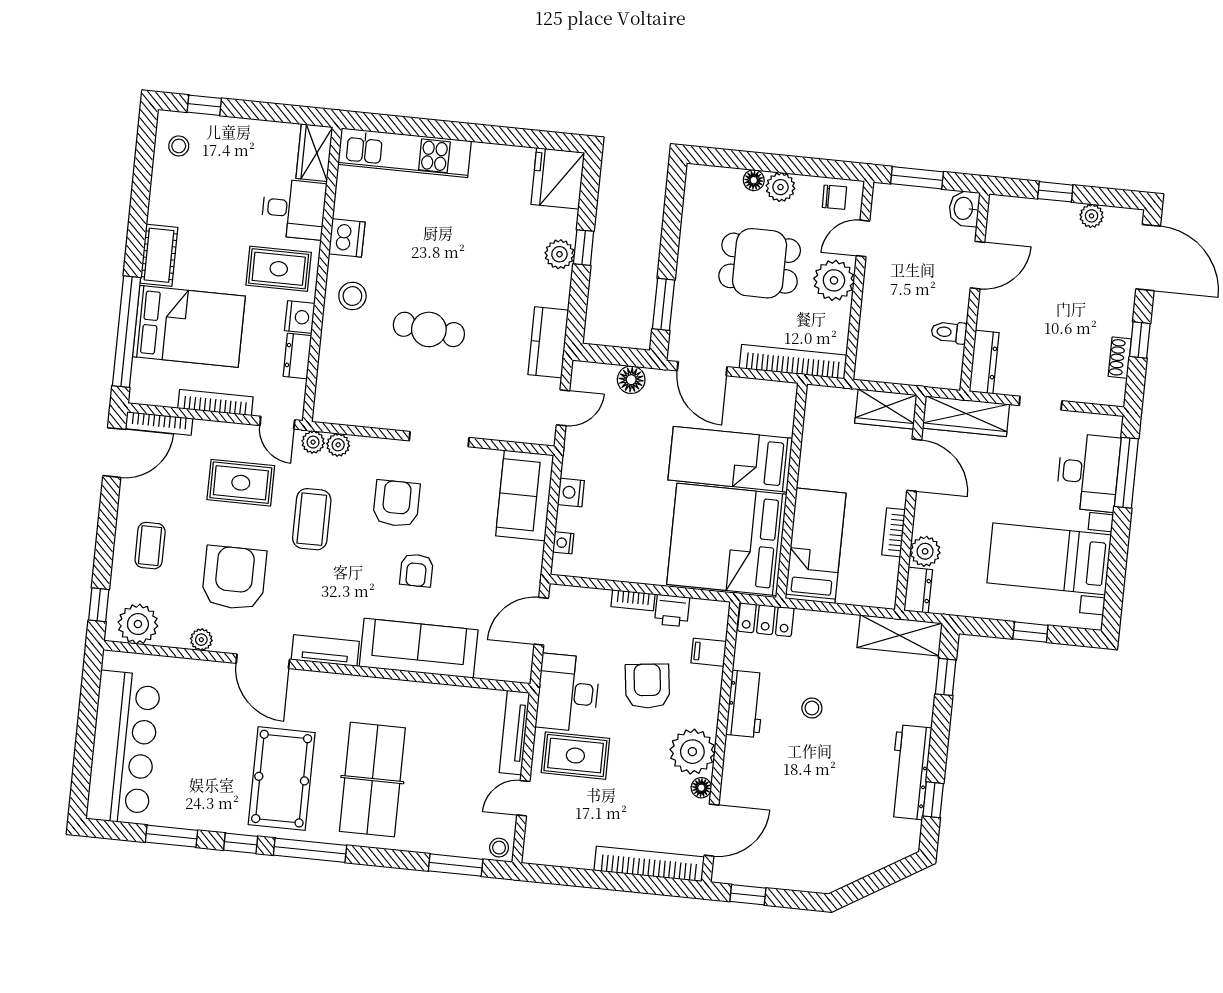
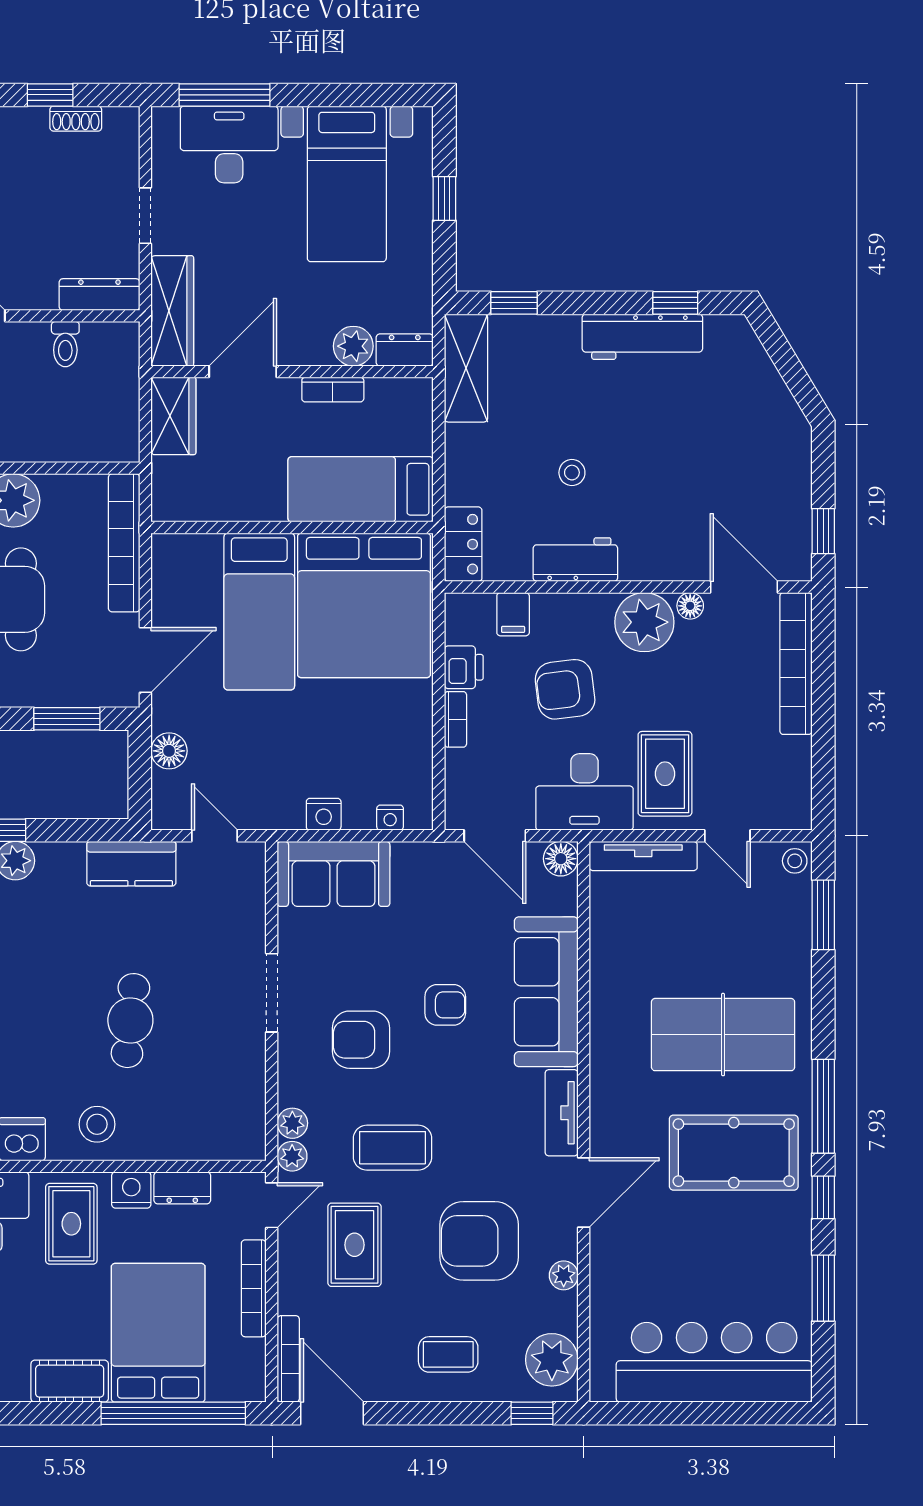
floor lamp: (519, 670) -> (561, 859), added

